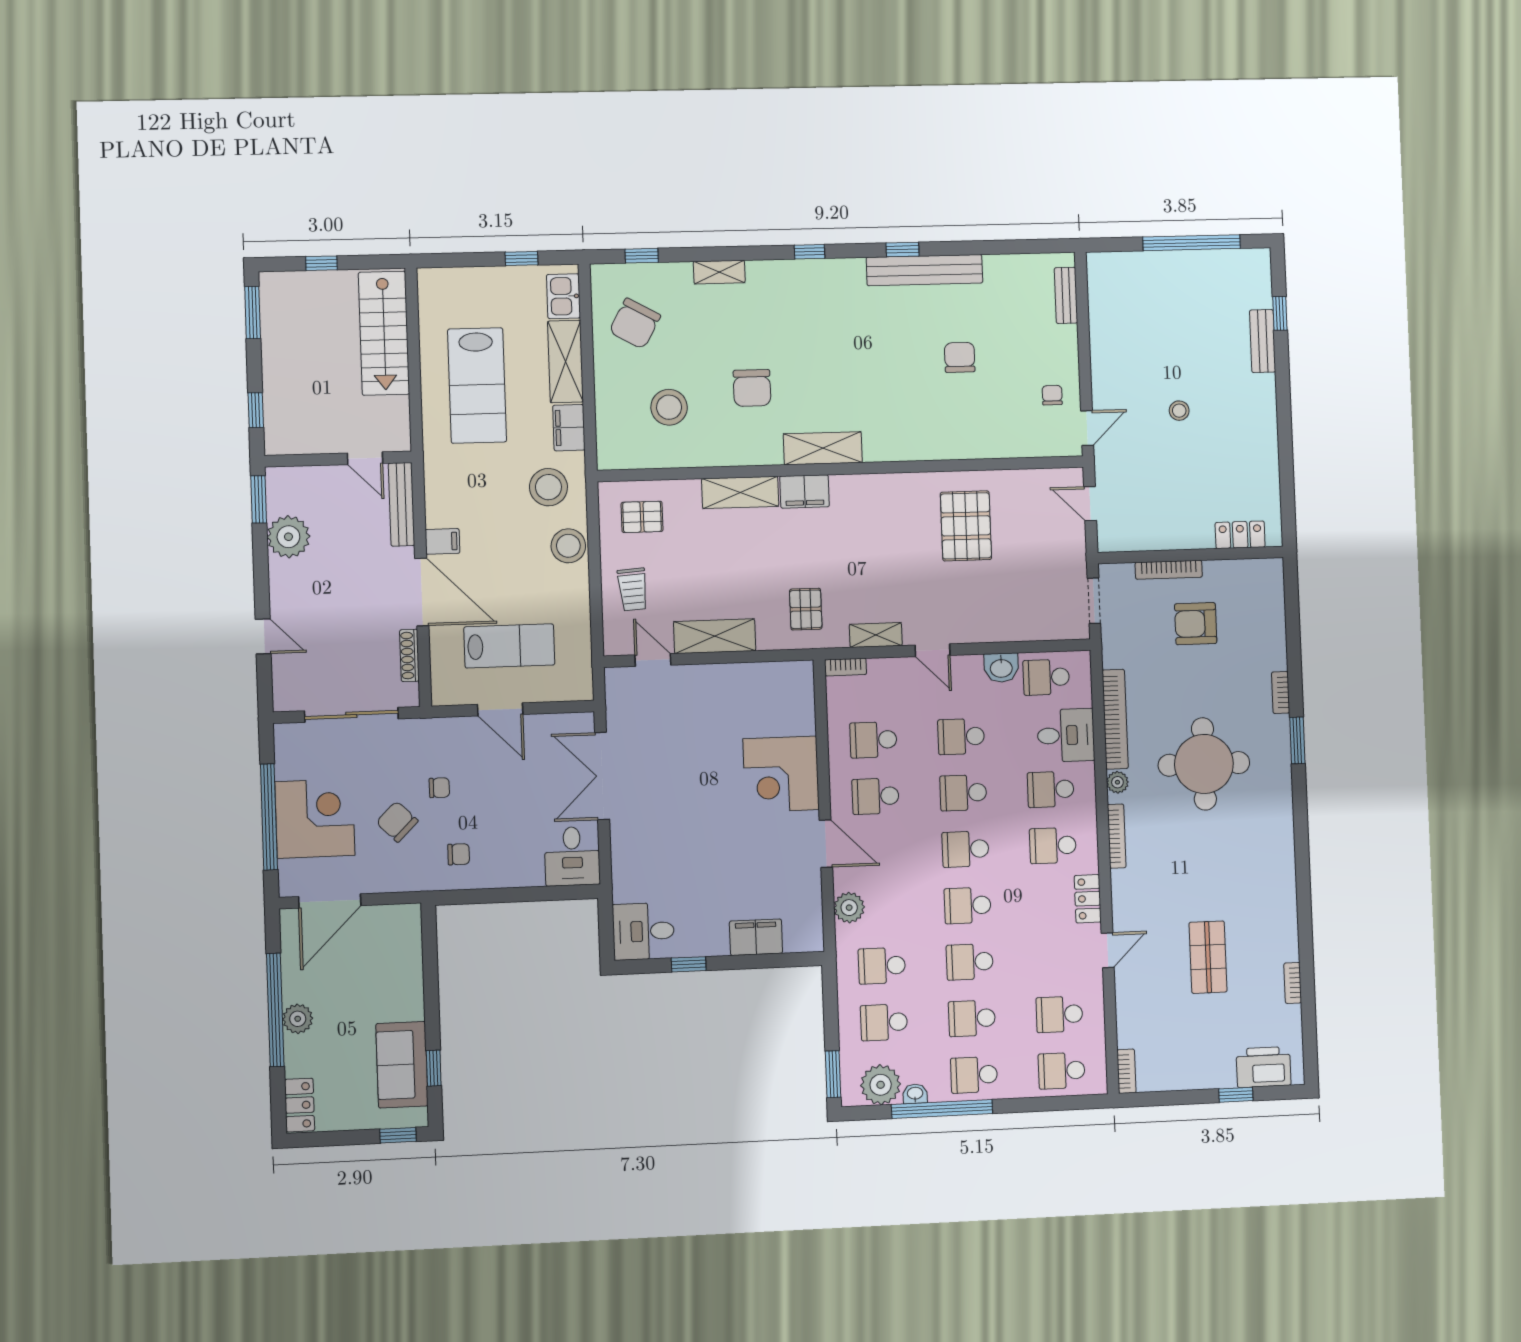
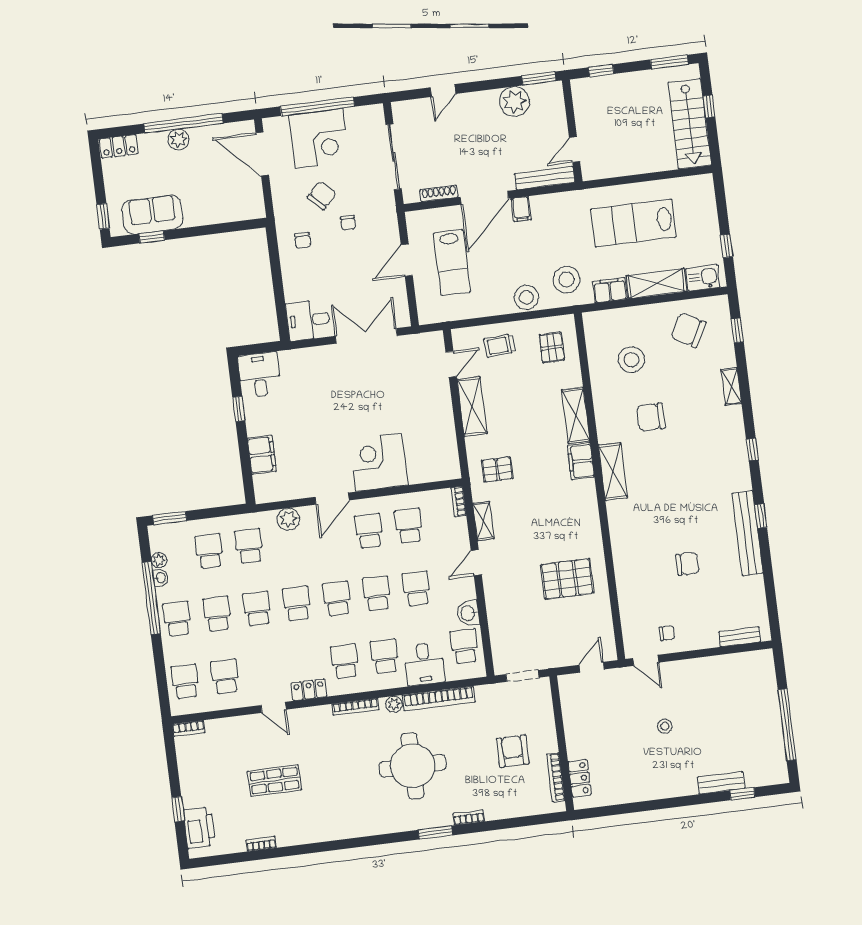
stairs: (384, 333) -> (690, 124), moved, turned -90
bookcase: (1169, 570) -> (556, 777), moved
plant: (881, 1085) -> (159, 560), width x0.53, depth x0.53

